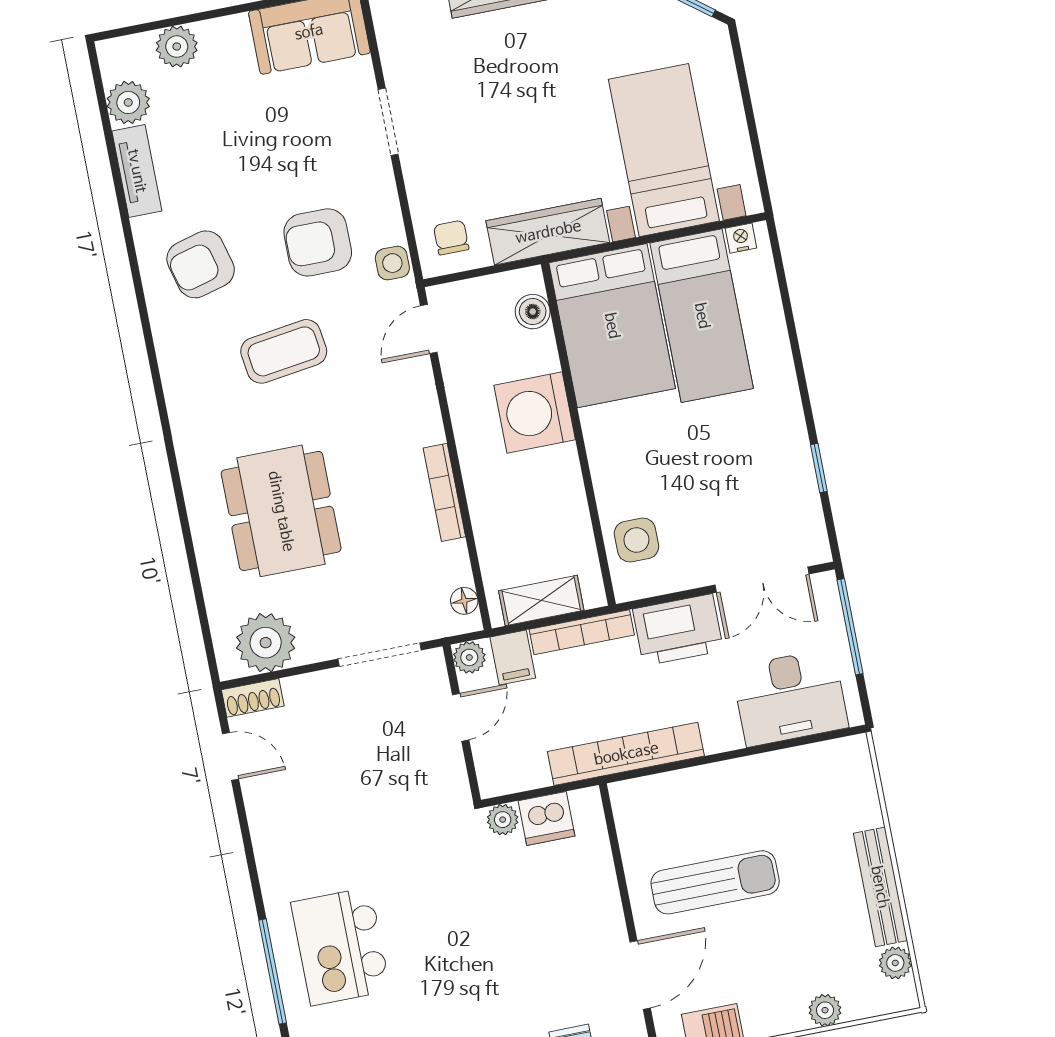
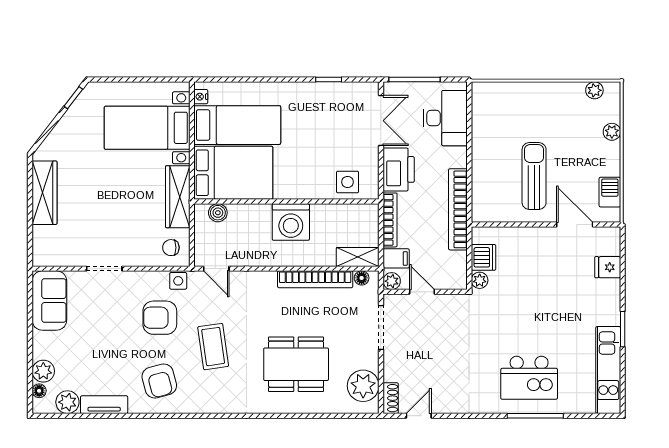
floor lamp: (139, 46) -> (39, 391), added
armchair: (318, 242) -> (160, 318), turned 90
washing machine: (535, 413) -> (291, 222), moved
bookcase: (444, 492) -> (315, 279), width x1.48, depth x1.31
shelving: (541, 600) -> (358, 257), moved, turned 90
bench: (880, 887) -> (553, 90), removed

